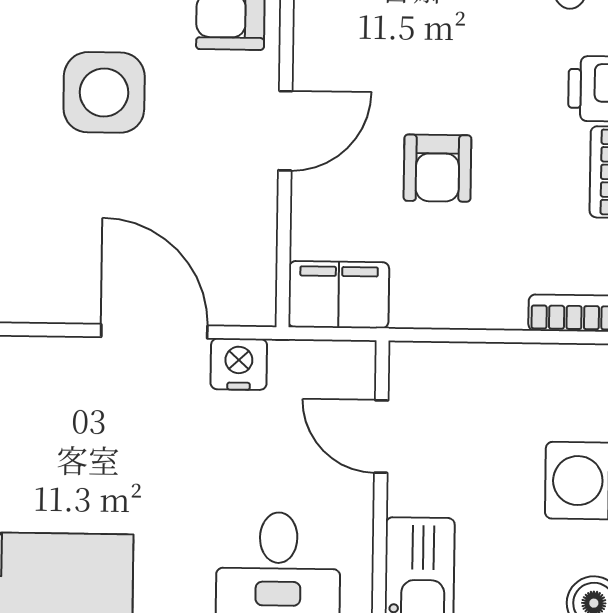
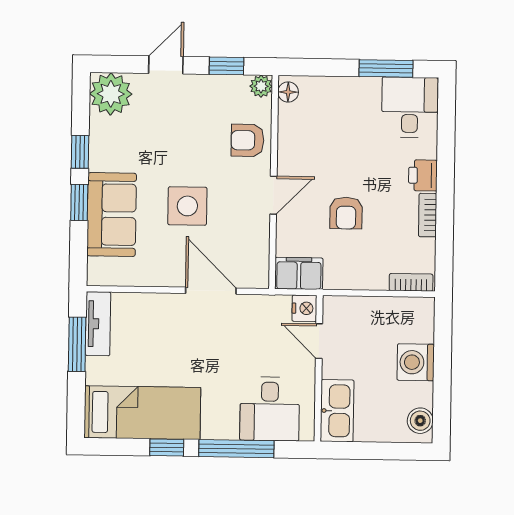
side table: (104, 92) -> (187, 206), moved
nightstand: (239, 364) -> (304, 308), moved, turned 90

